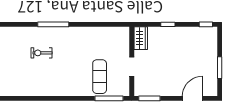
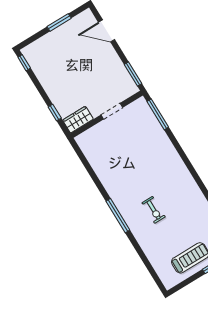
window: (168, 24) -> (55, 113), moved
exercise mat: (100, 77) -> (142, 137), removed

